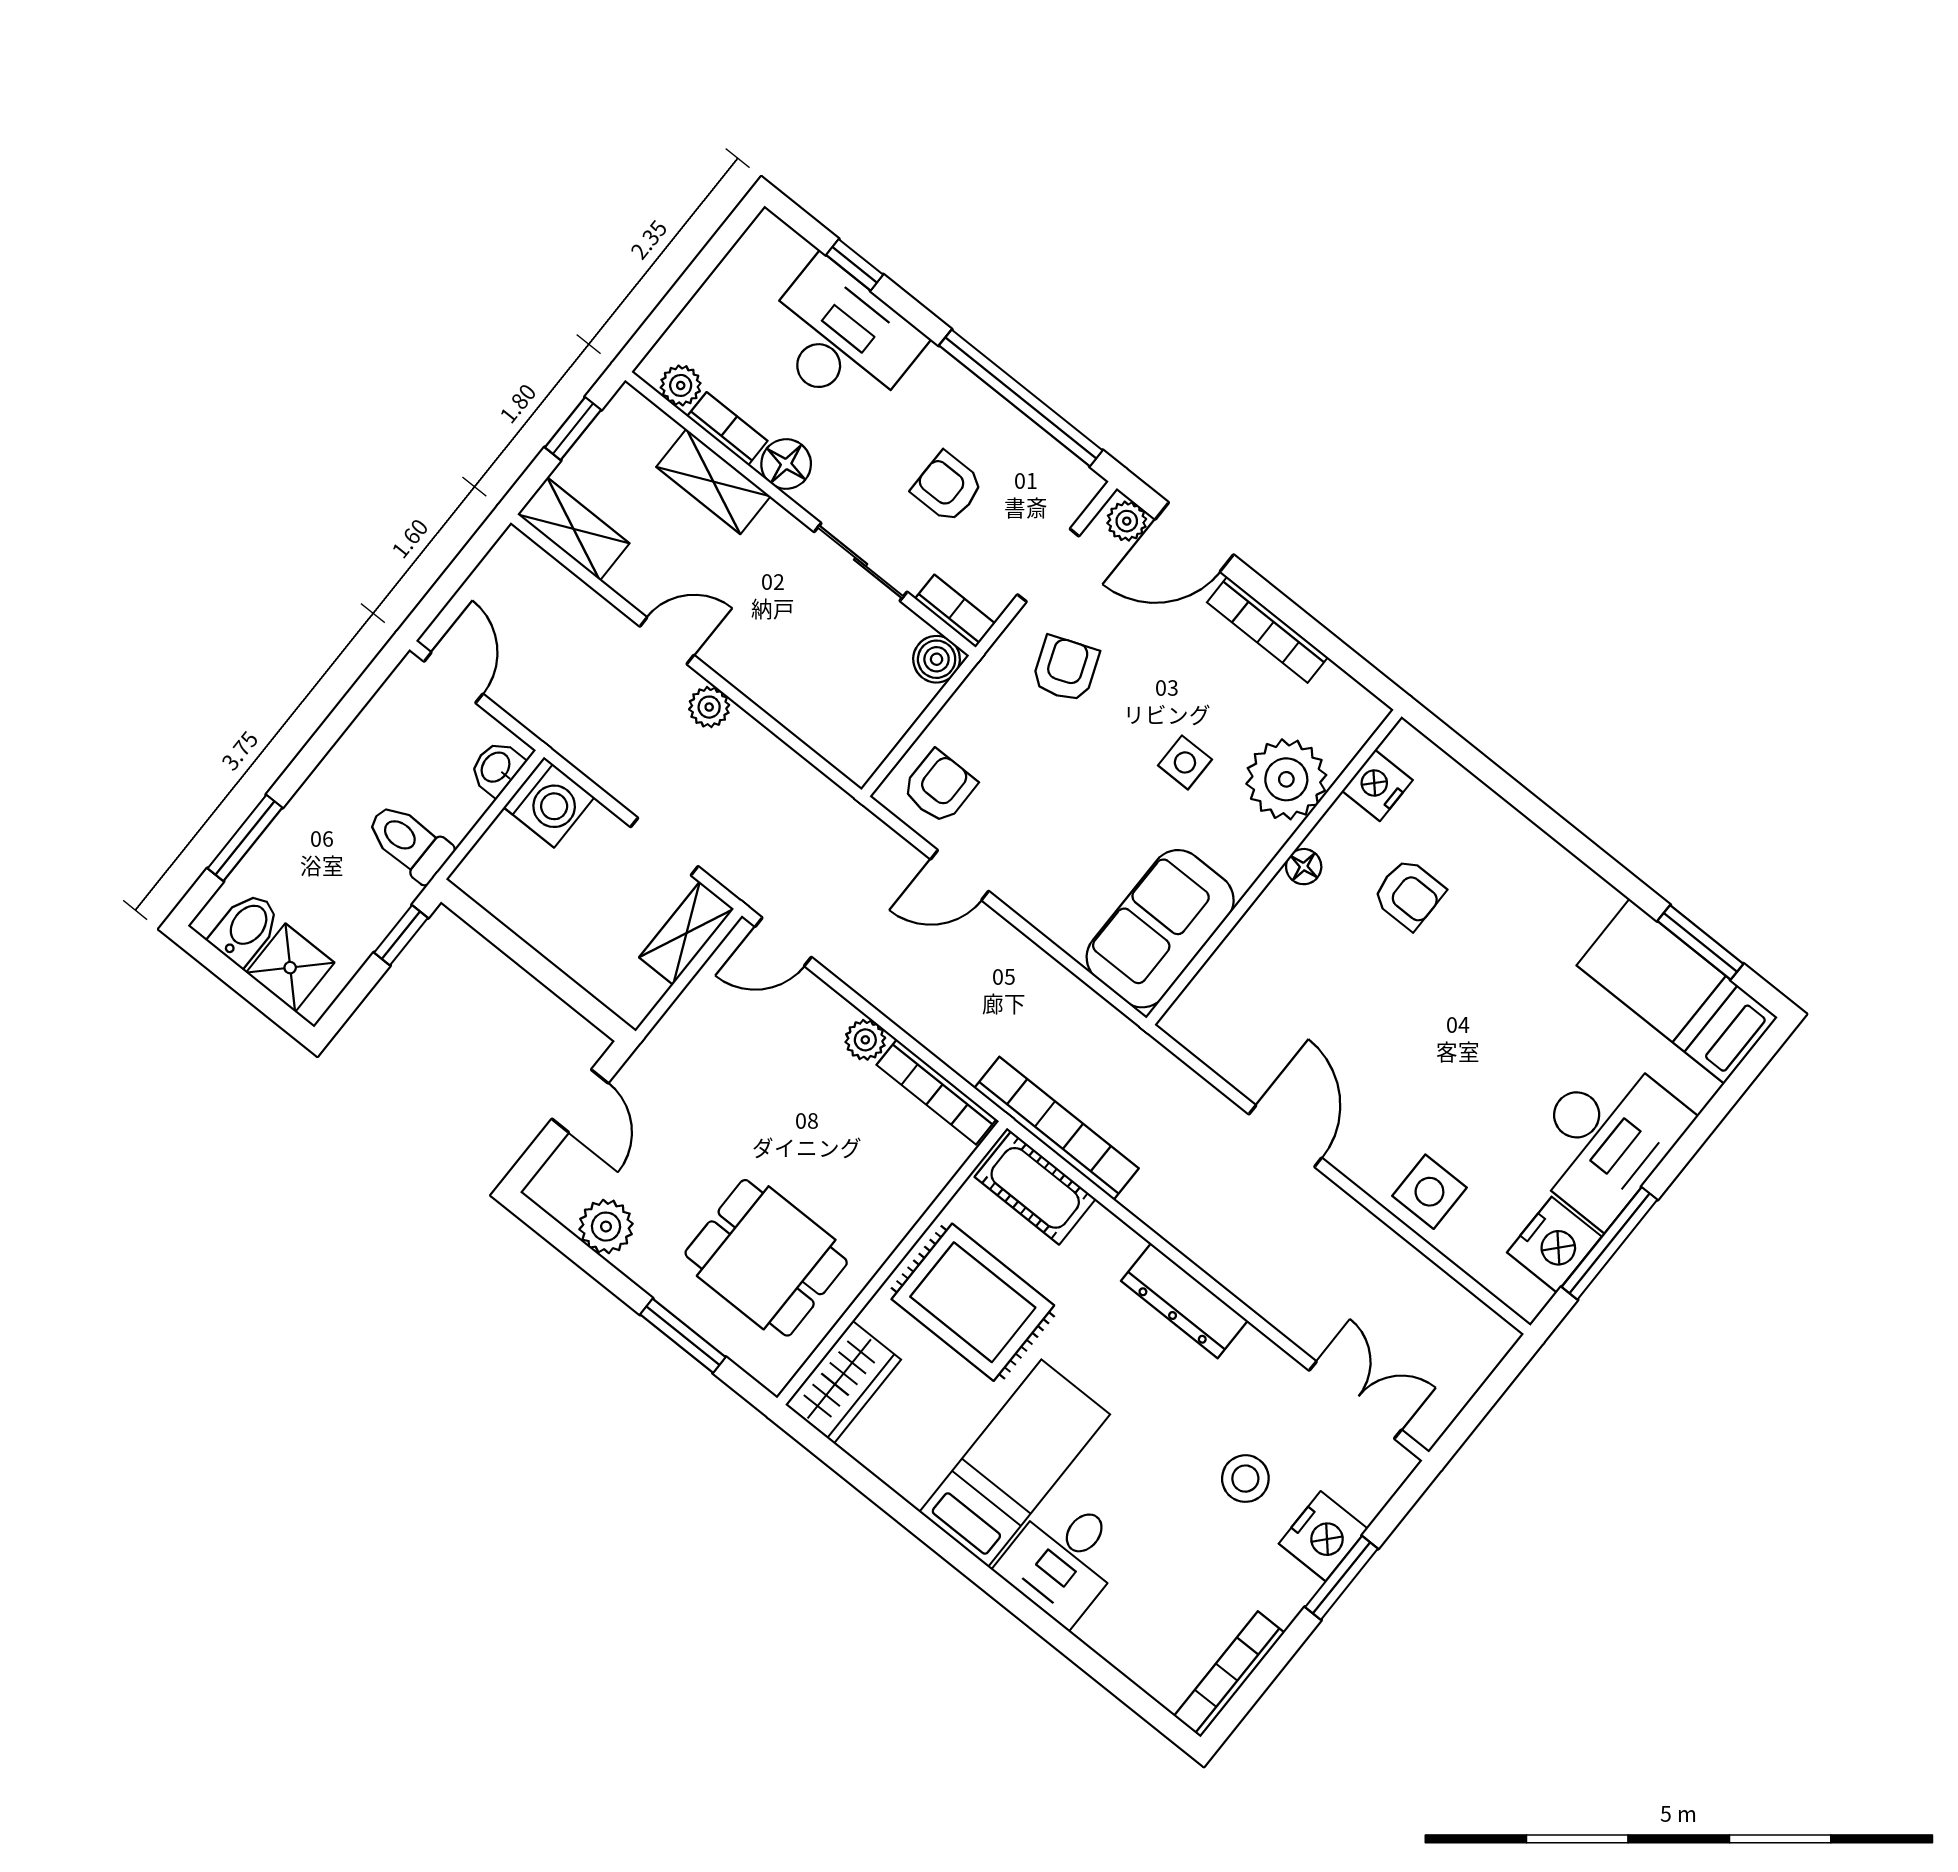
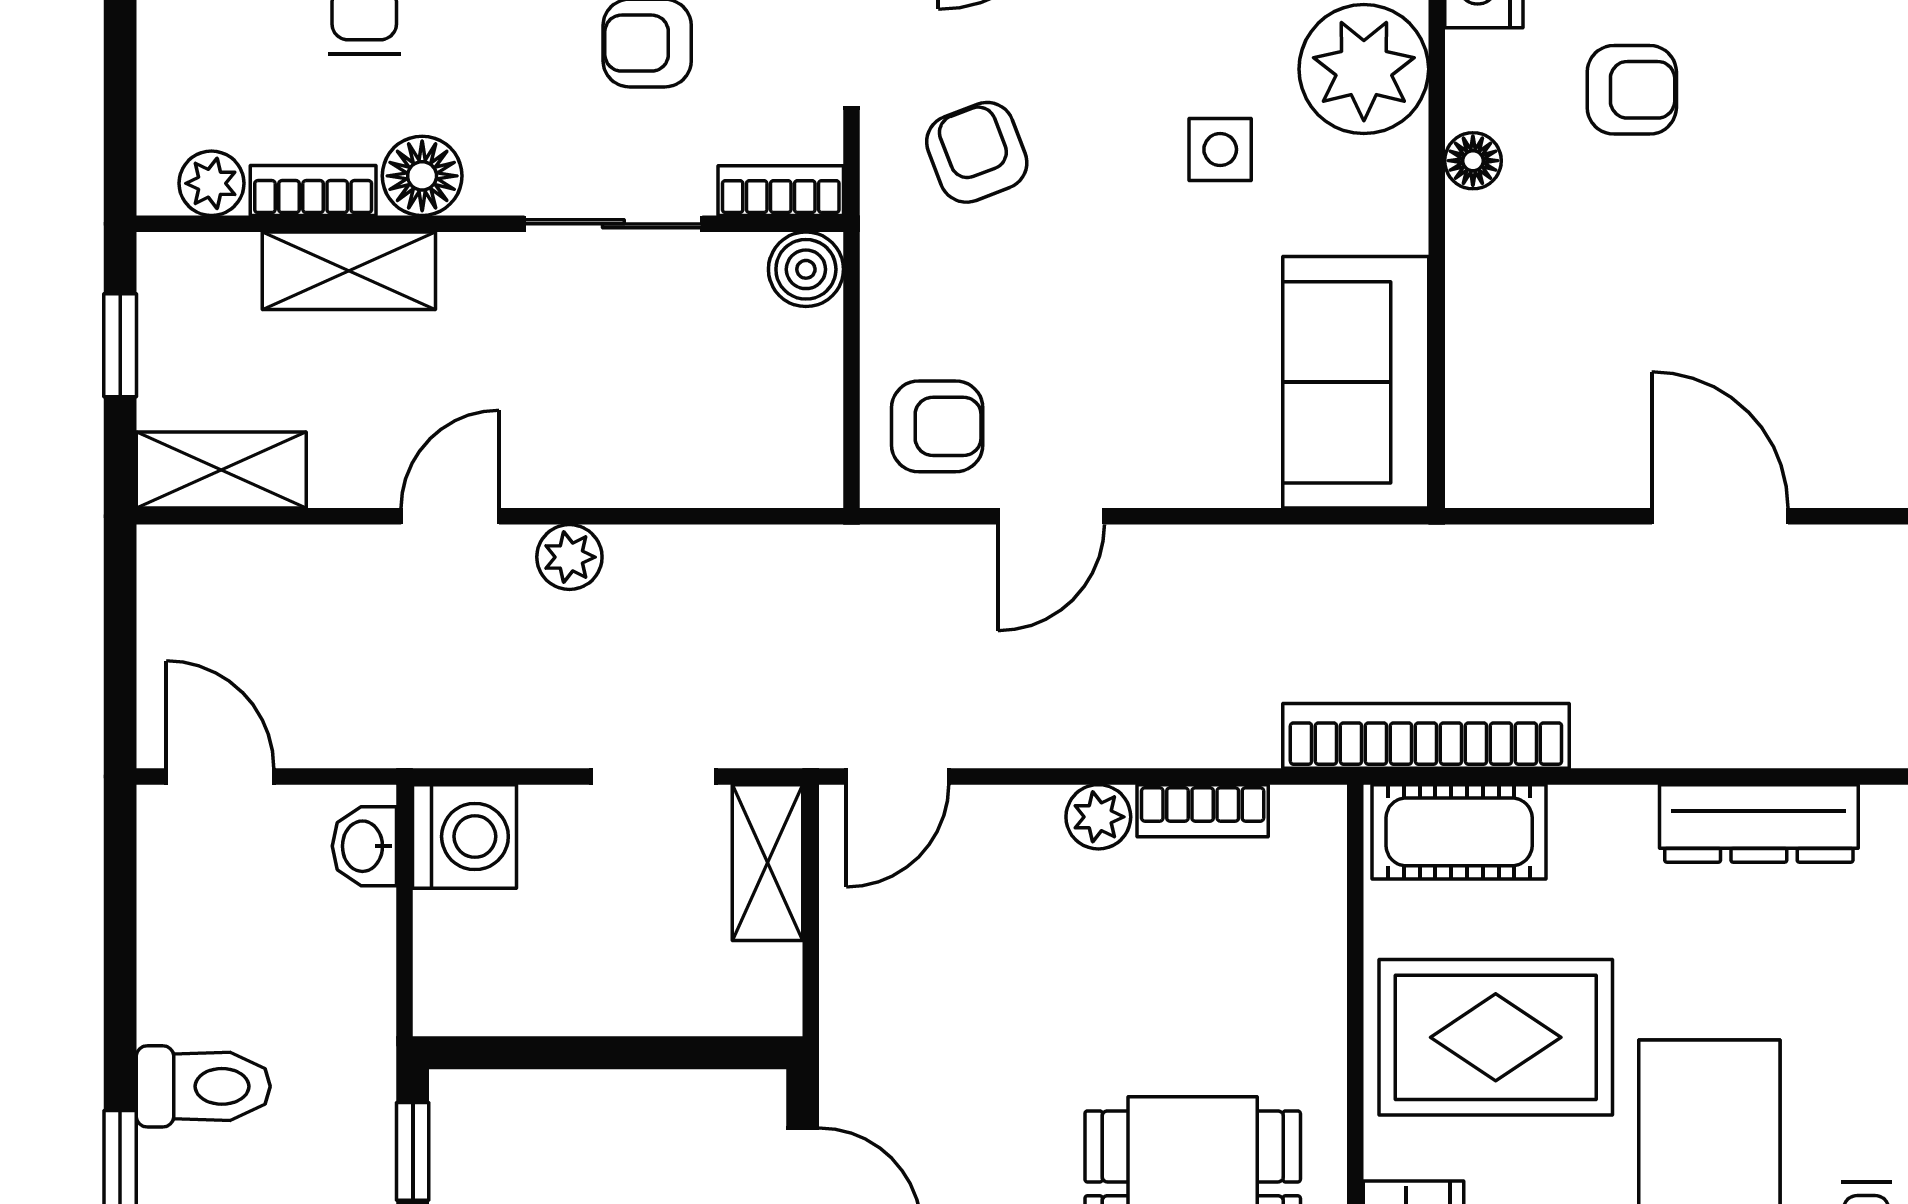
armchair: (939, 787) -> (937, 426), turned 90
toilet: (409, 842) -> (203, 1086), moved, turned 180
bookcase: (936, 1092) -> (1203, 811), width x0.64

